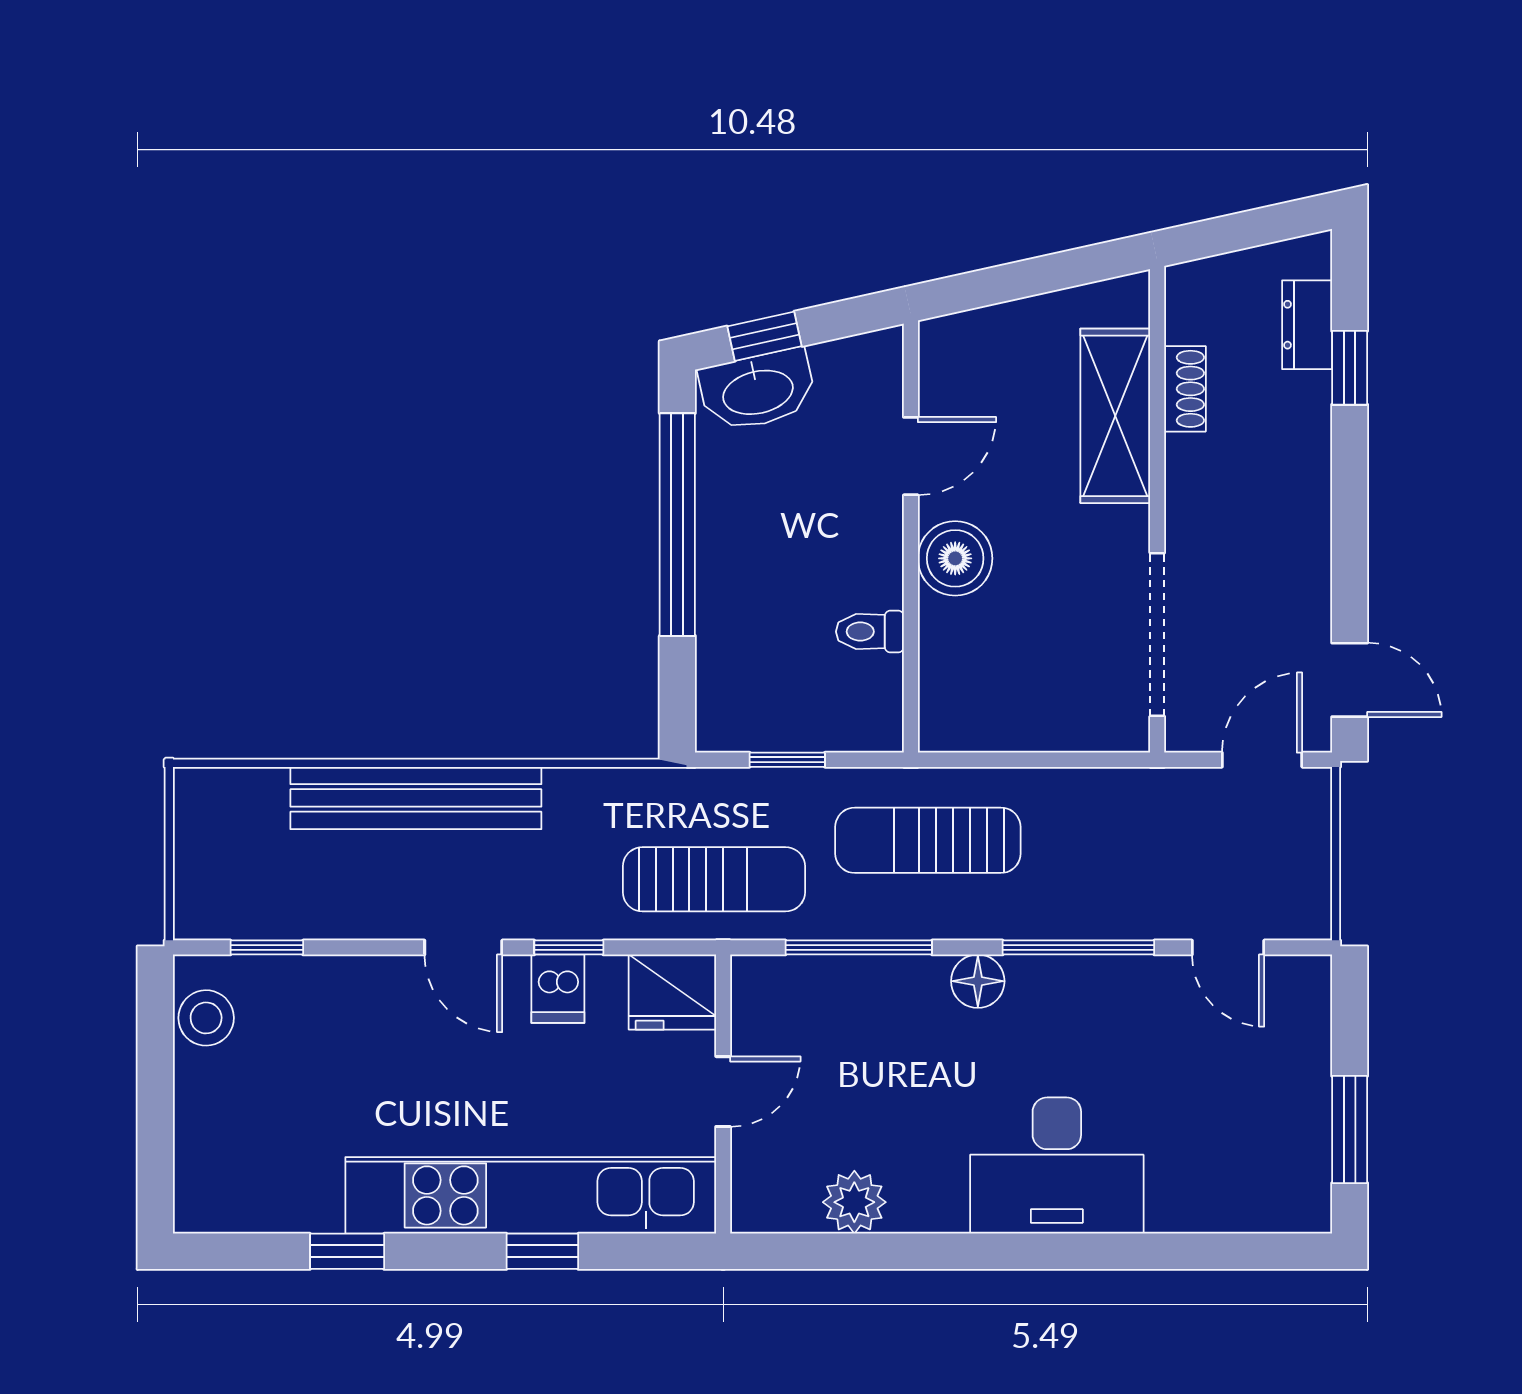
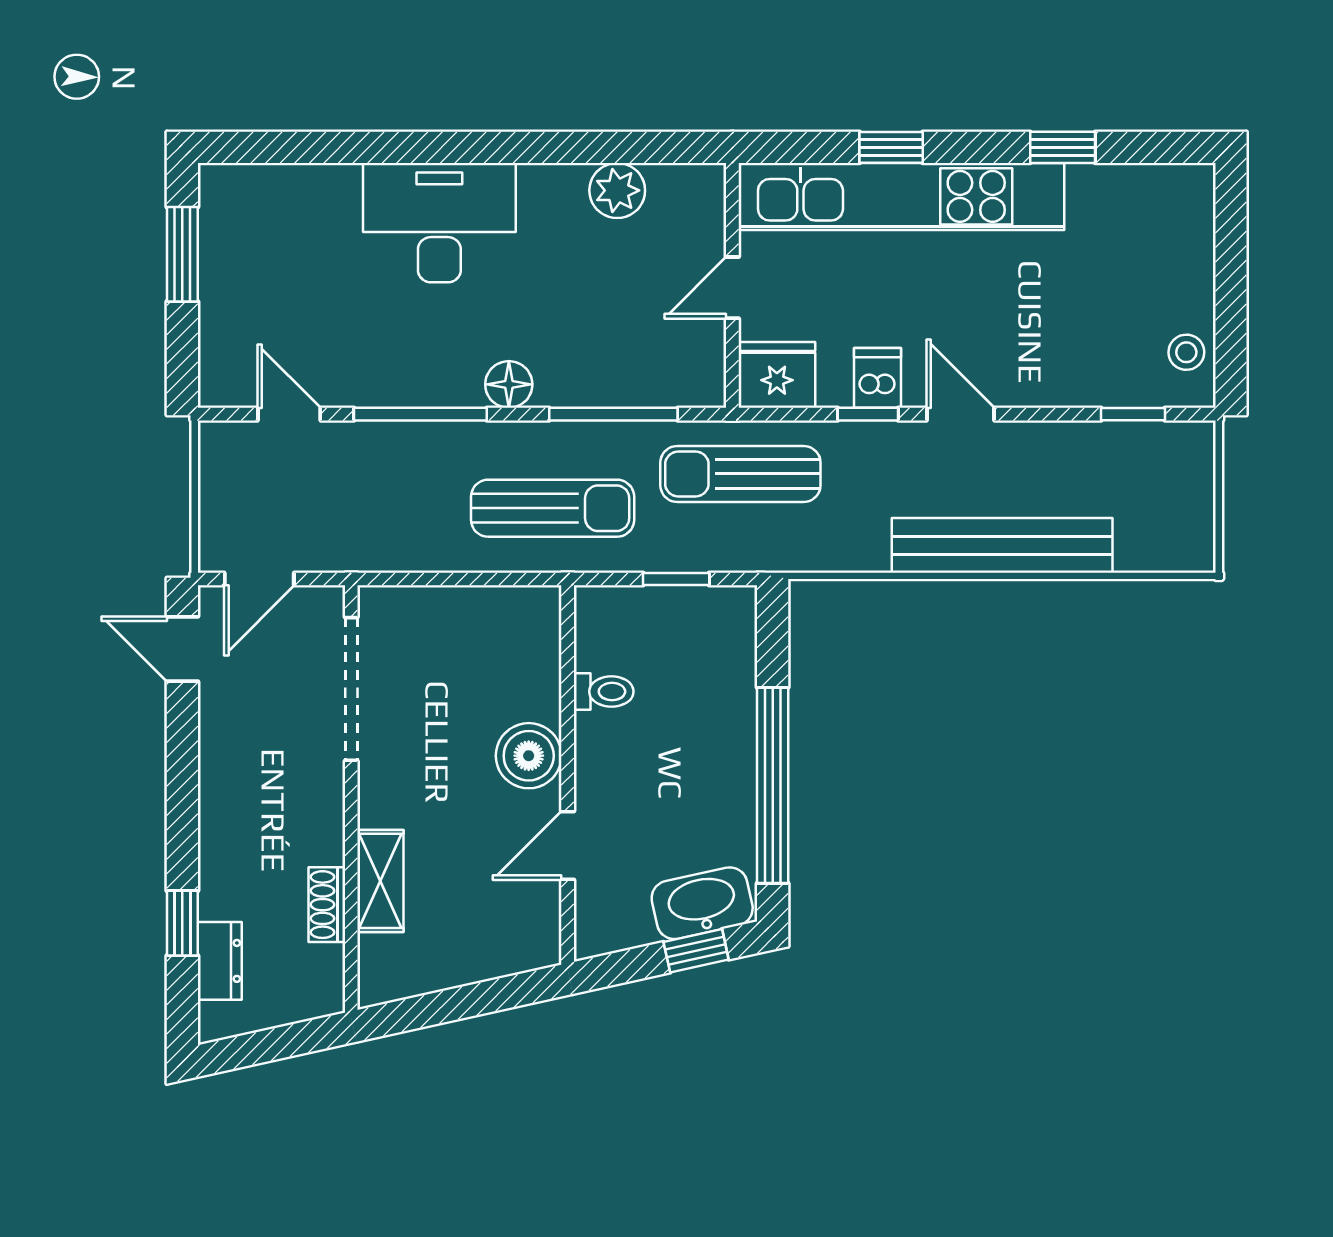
shelving: (1115, 416) -> (380, 881), width x0.67, depth x0.75
stool: (206, 1018) -> (1186, 352), width x0.73, depth x0.73

